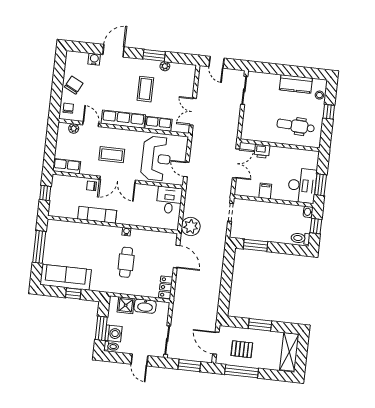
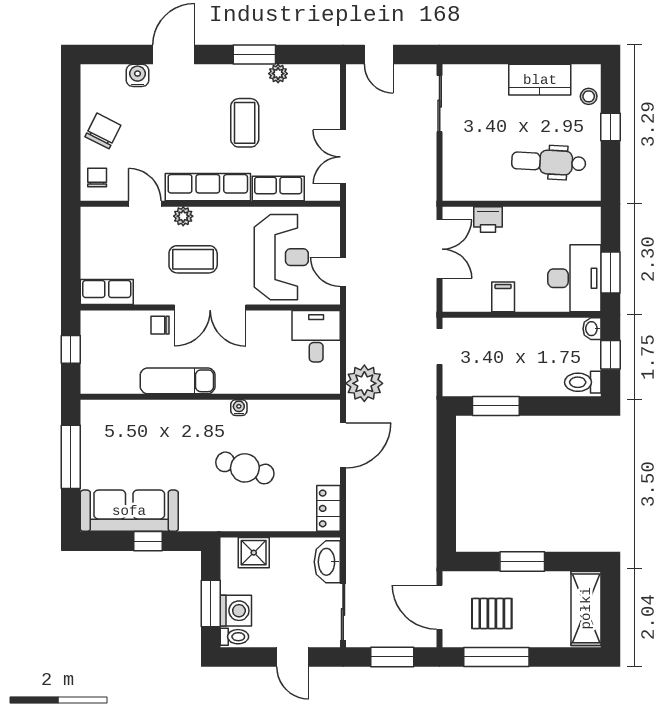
plant: (74, 128) -> (183, 216), moved
door: (177, 256) -> (343, 445), hinge flipped
cafe table: (126, 262) -> (245, 468), turned -73
washbasin: (145, 306) -> (327, 562), moved, turned 90

